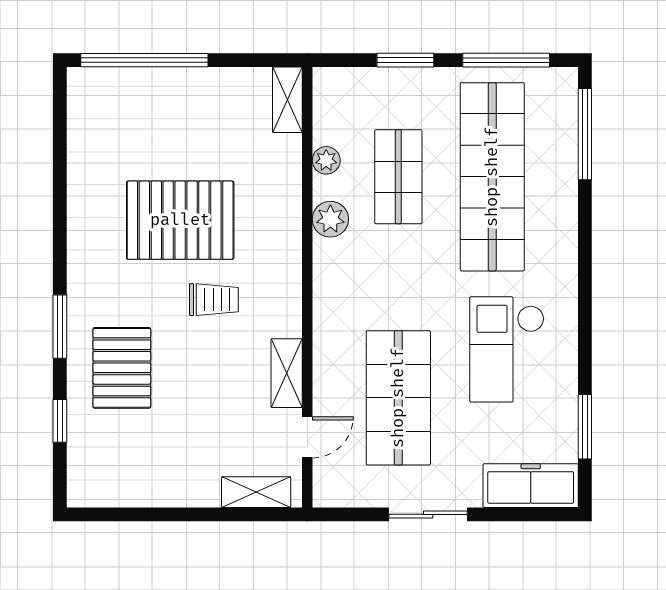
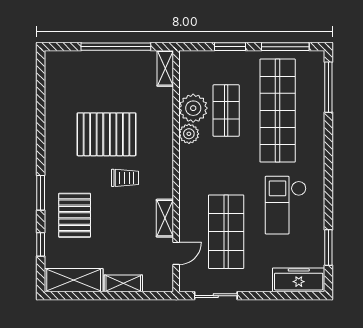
window: (144, 60) -> (116, 47), moved
plant: (326, 160) -> (193, 108), width x1.87, depth x1.87
shelving: (120, 486) -> (74, 280), added
shelving: (256, 492) -> (123, 283), moved
sliding door: (428, 514) -> (216, 296), moved

